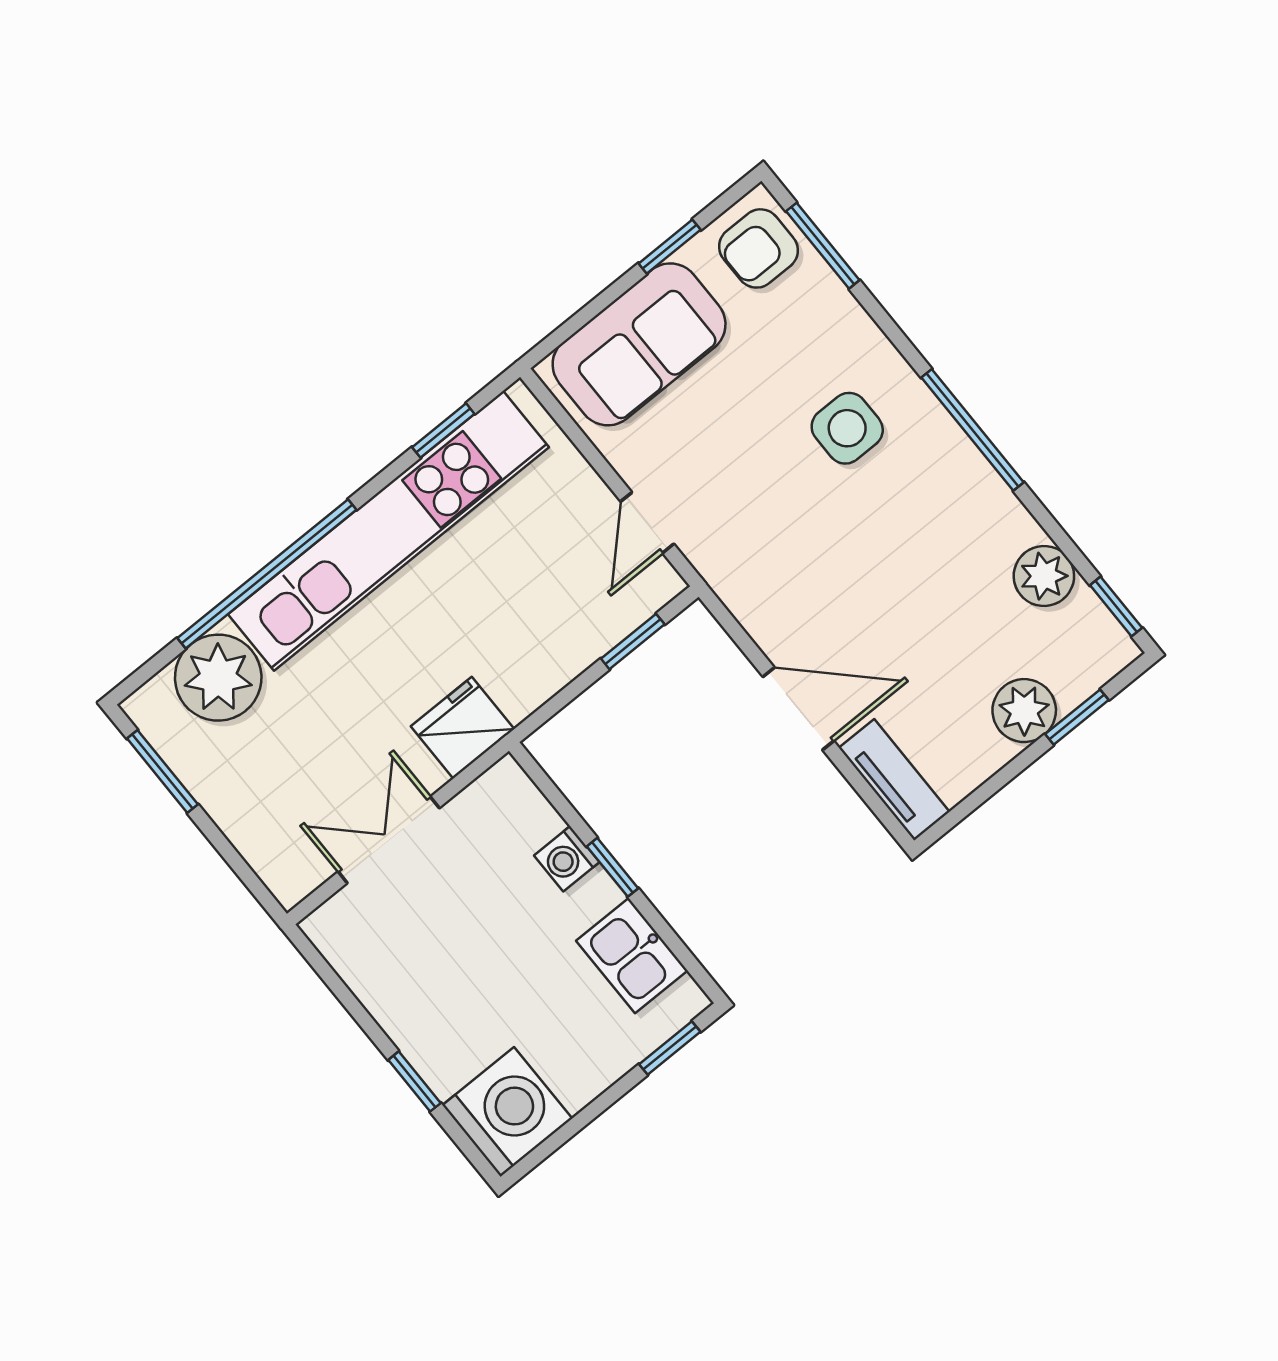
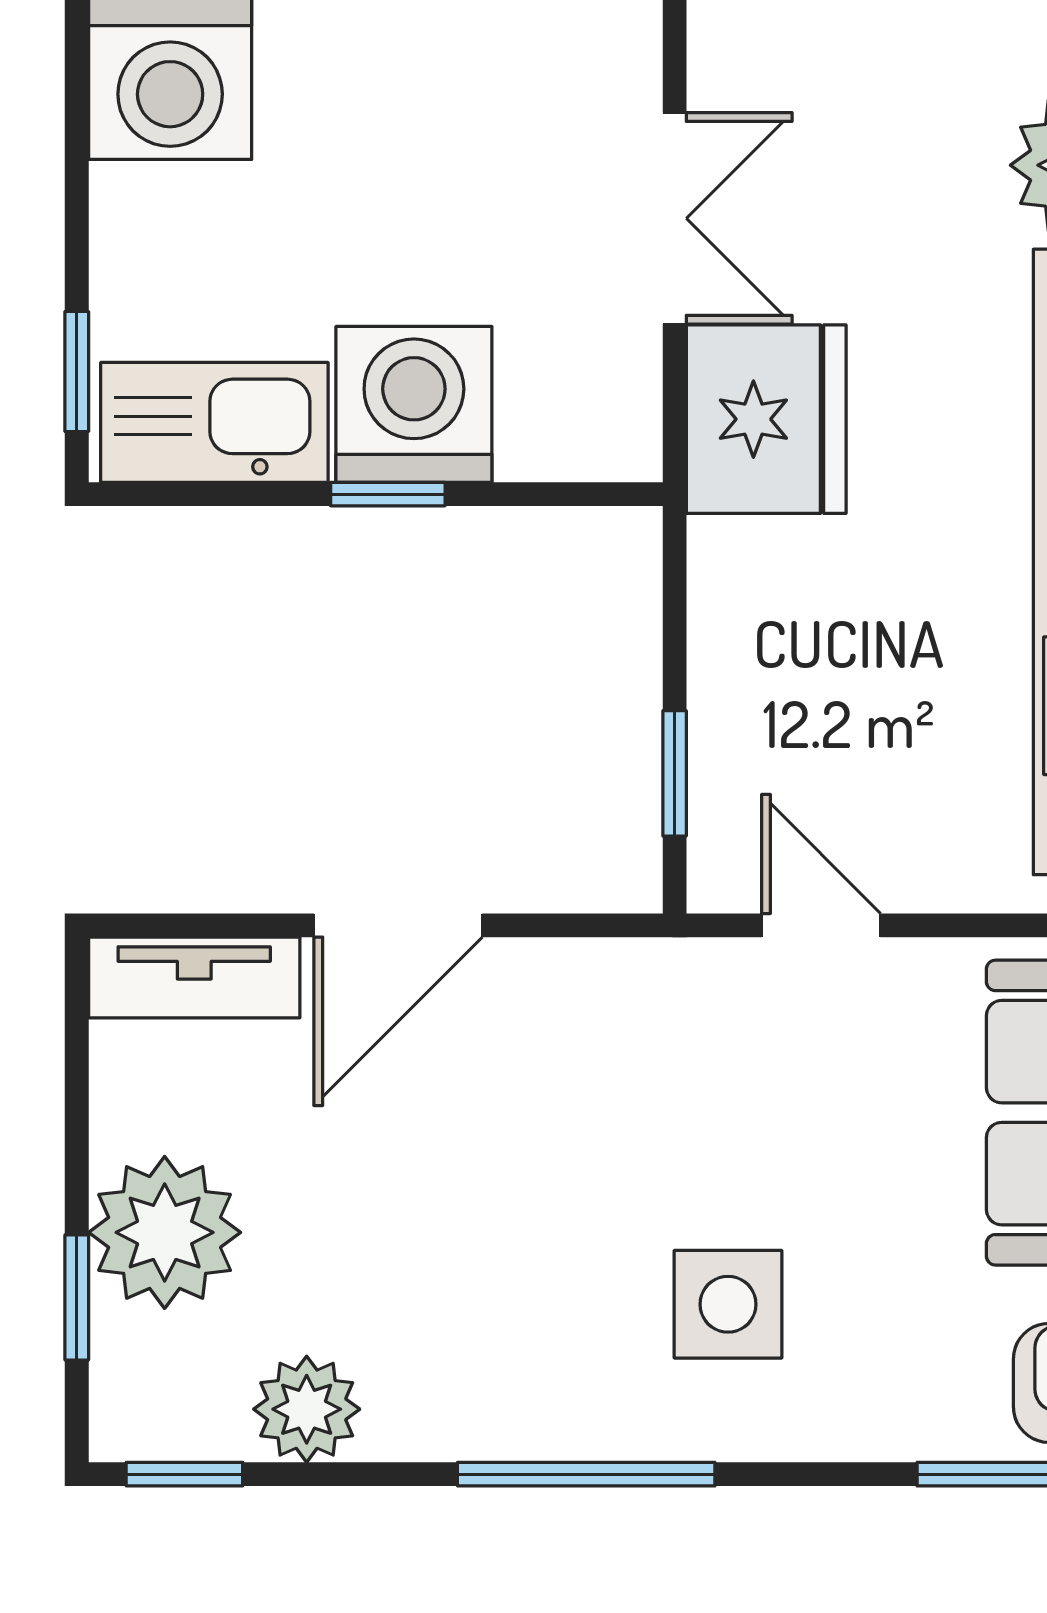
plant: (1024, 711) -> (165, 1232), width x1.36, depth x1.36
fridge: (463, 728) -> (766, 419), width x1.36, depth x1.34
washing machine: (567, 859) -> (414, 404), width x1.89, depth x1.89
kitchen sink: (632, 956) -> (214, 422), width x1.38

